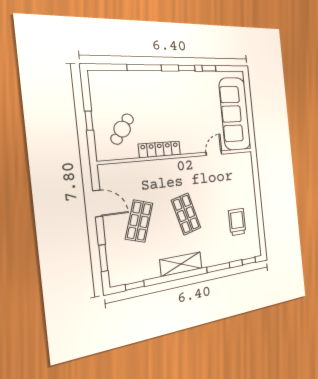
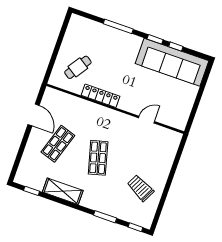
sofa: (235, 114) -> (172, 62), moved, turned -90
window: (89, 121) -> (56, 51), removed
trolley: (237, 222) -> (140, 188), turned -63
window: (103, 258) -> (19, 157), removed
shelving: (181, 264) -> (63, 191), moved

